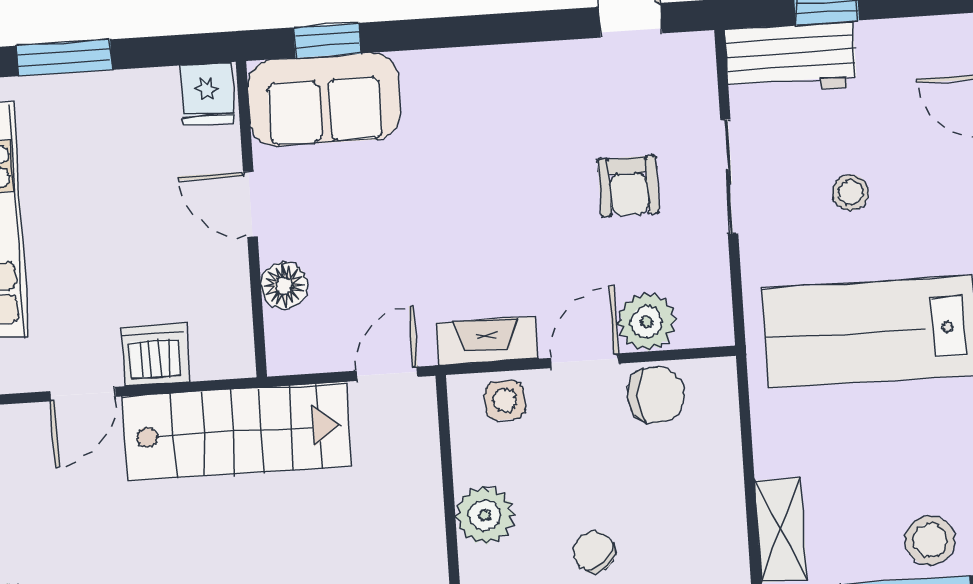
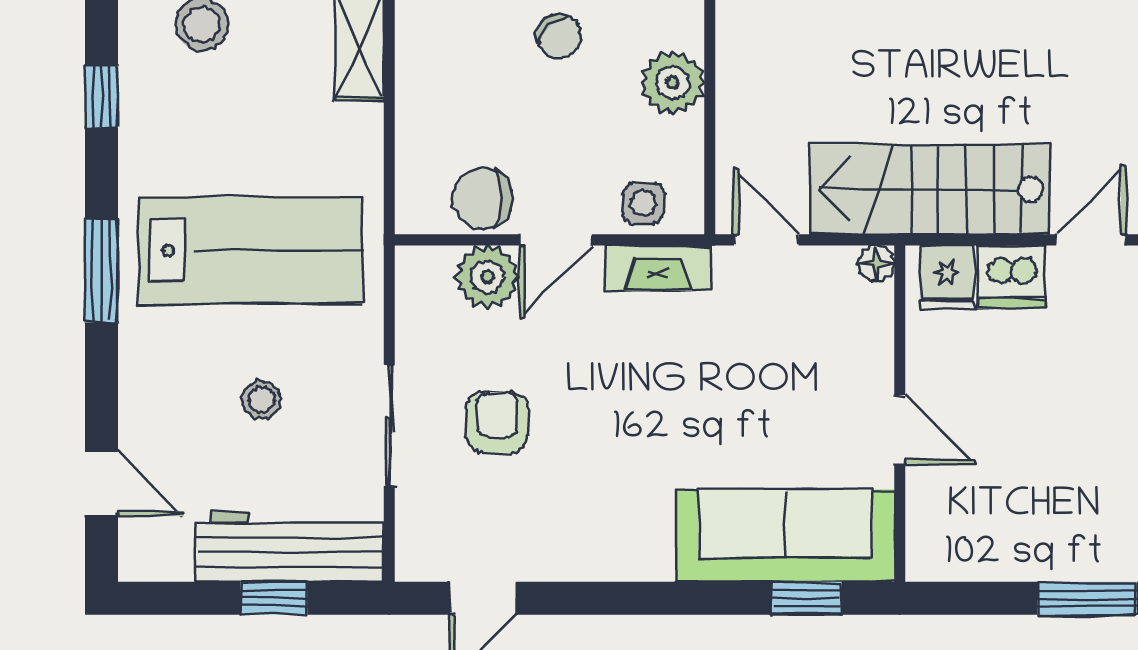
workbench: (791, 58) -> (290, 547), width x1.38
fridge: (207, 94) -> (947, 277), moved, turned 180
sofa: (324, 100) -> (785, 536), width x1.36
floor lamp: (284, 285) -> (876, 263), moved, width x0.73, depth x0.73
door: (387, 374) -> (766, 240), swing flipped

